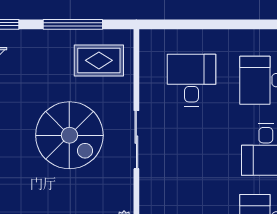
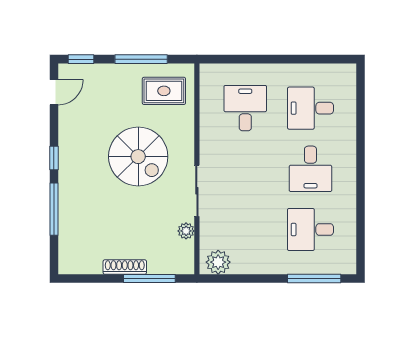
sliding door: (136, 140) -> (197, 191), moved

